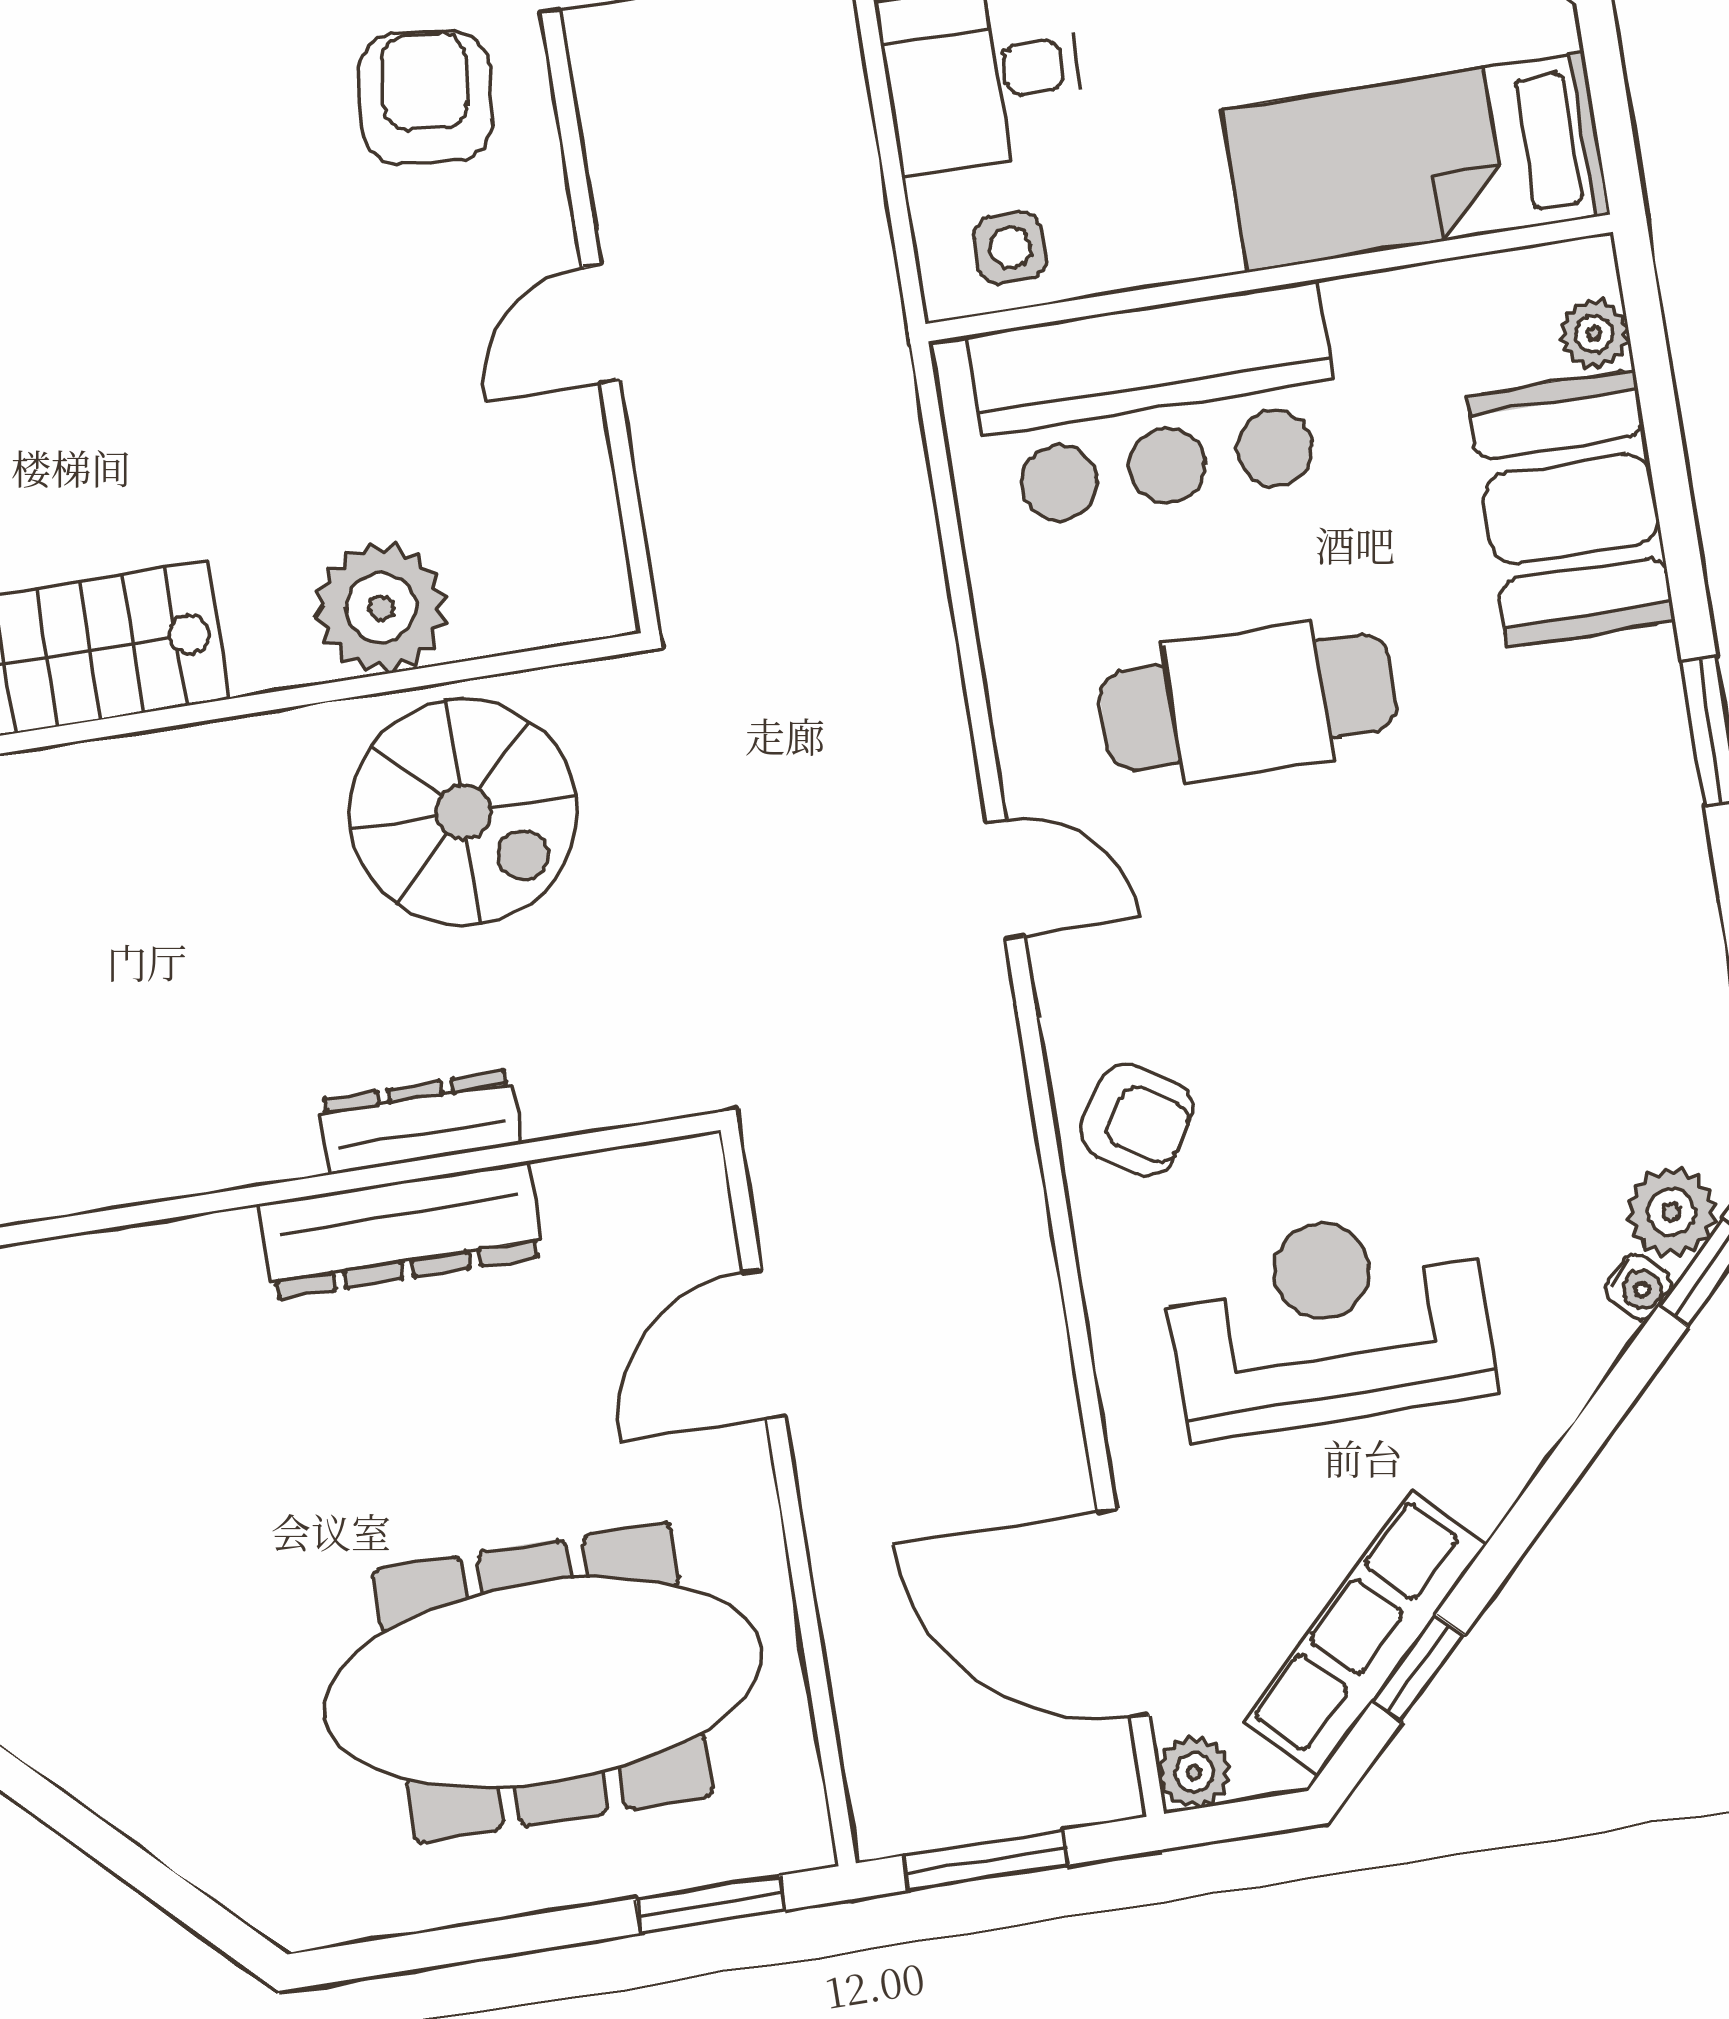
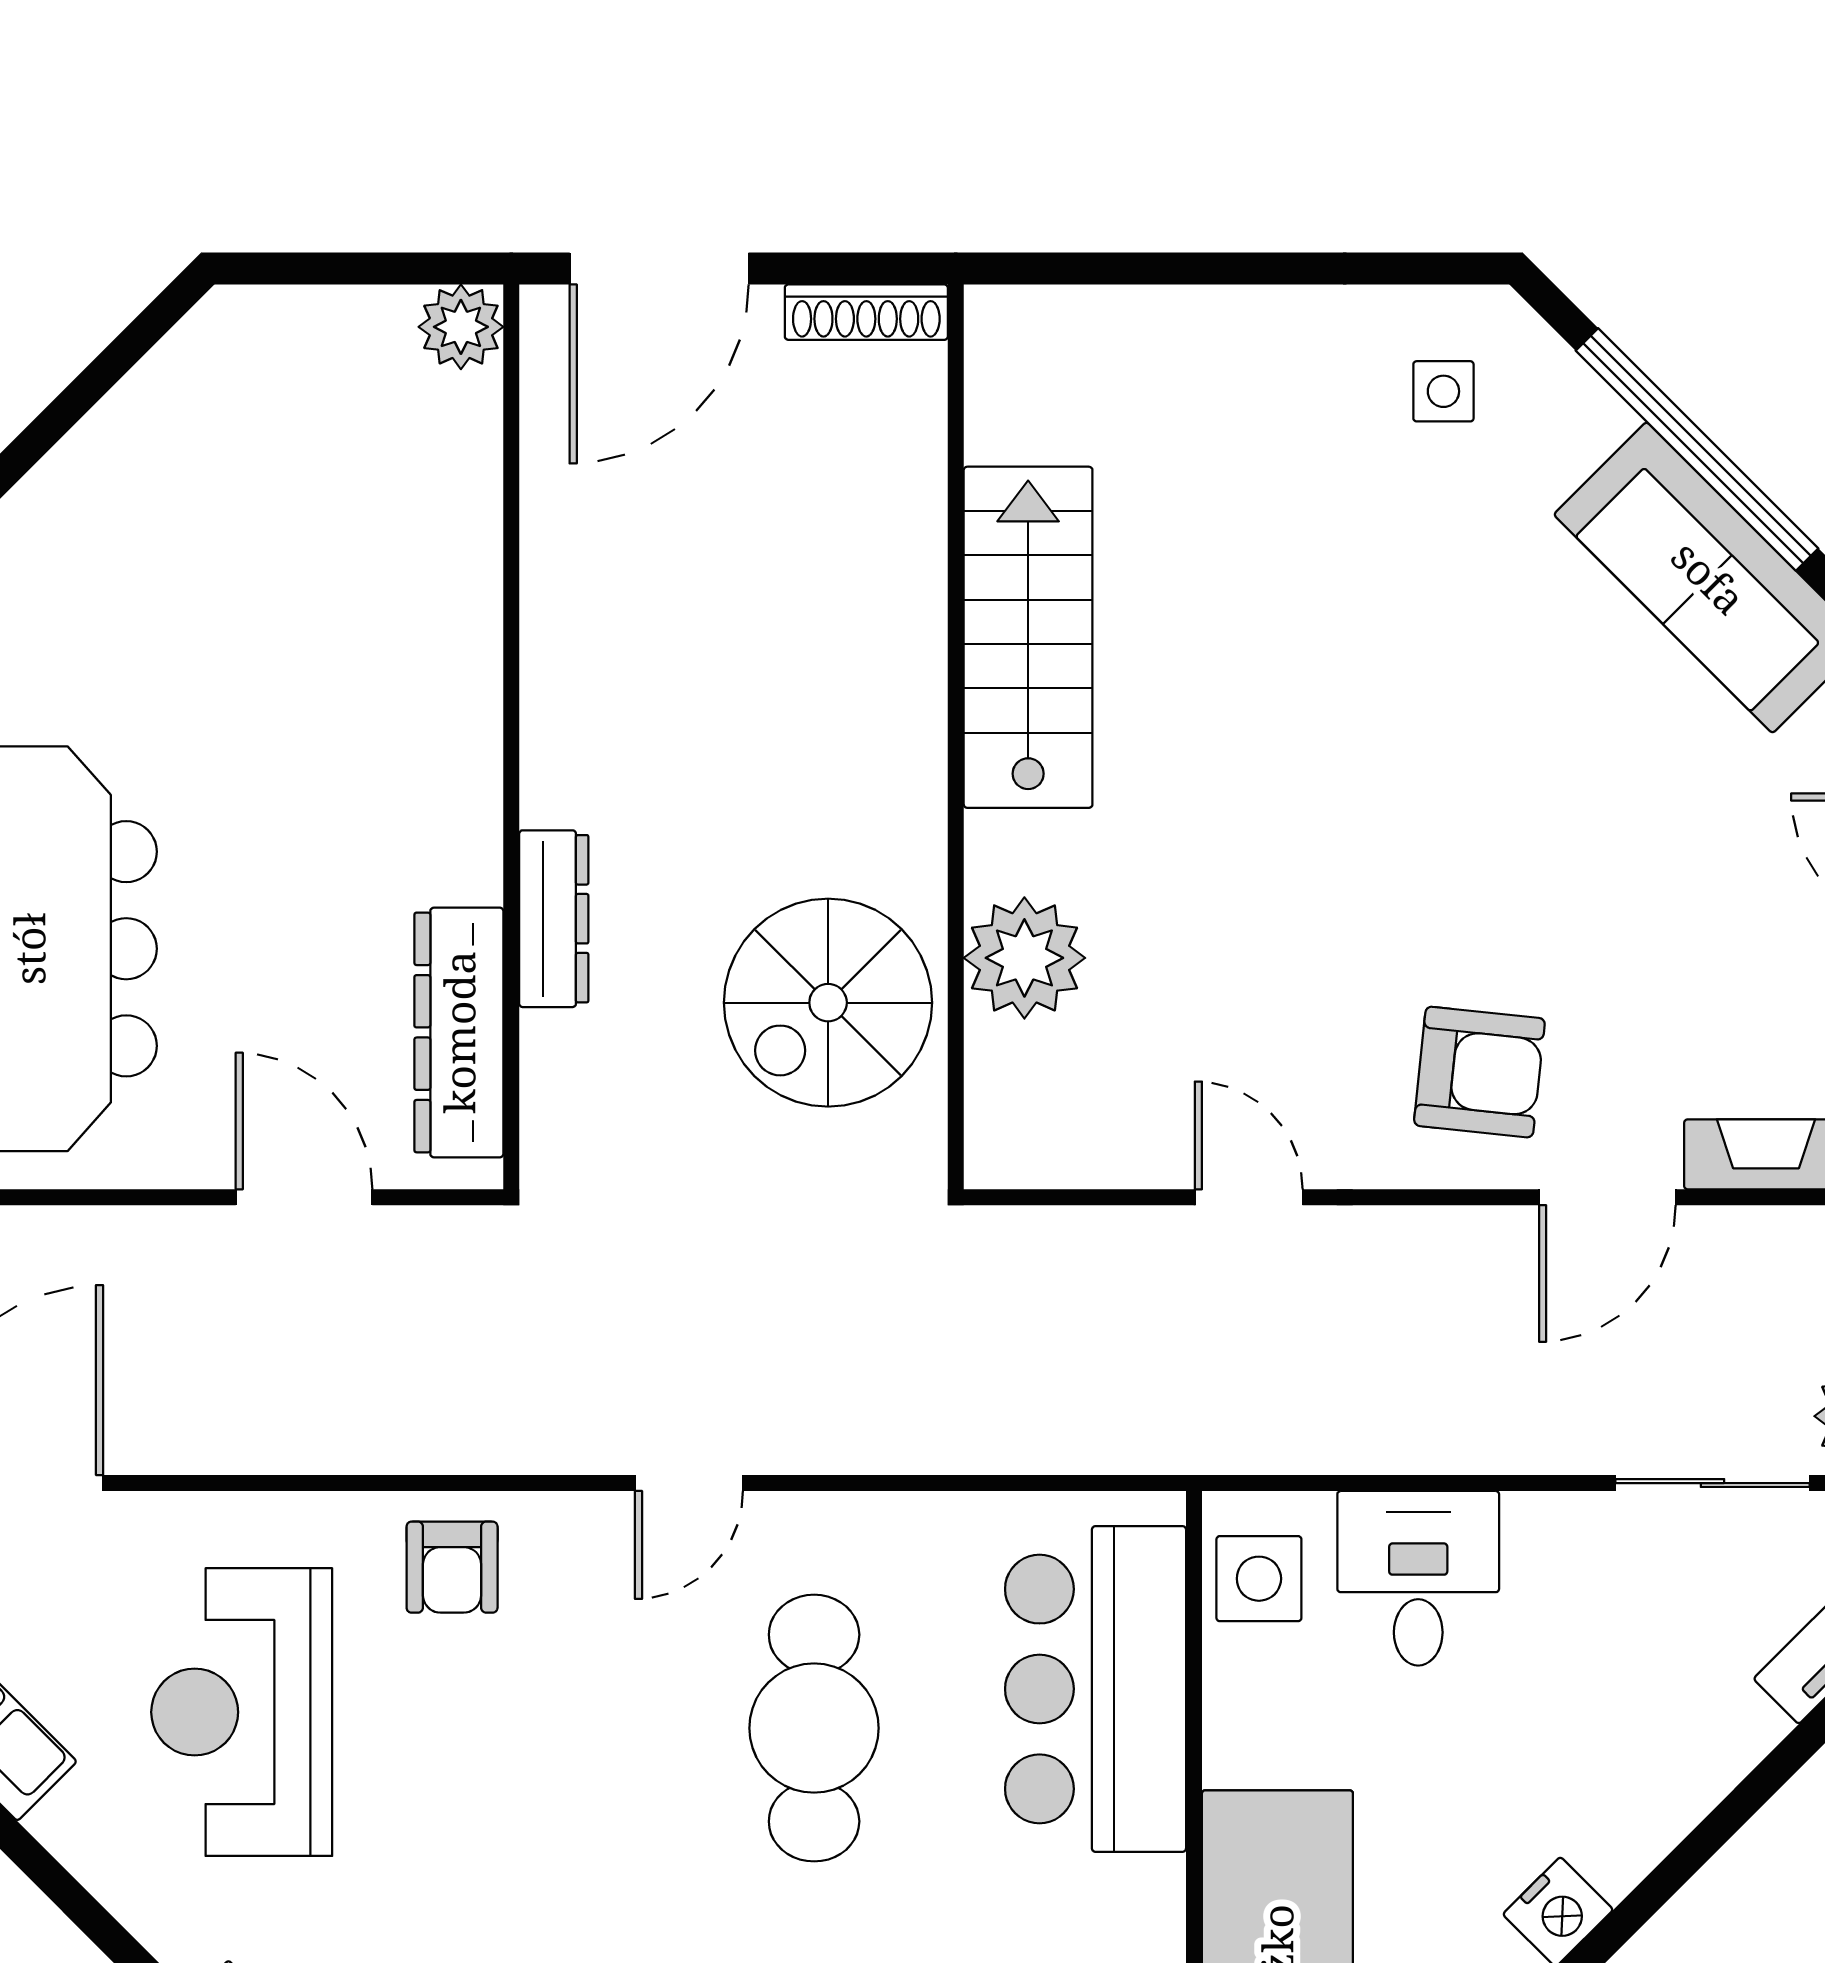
side table: (1010, 248) -> (1259, 1579), width x1.37, depth x1.37
armchair: (1137, 1120) -> (452, 1567), turned -33
dresser: (401, 1230) -> (459, 1032), moved
reception desk: (1330, 1322) -> (242, 1712), turned 180

